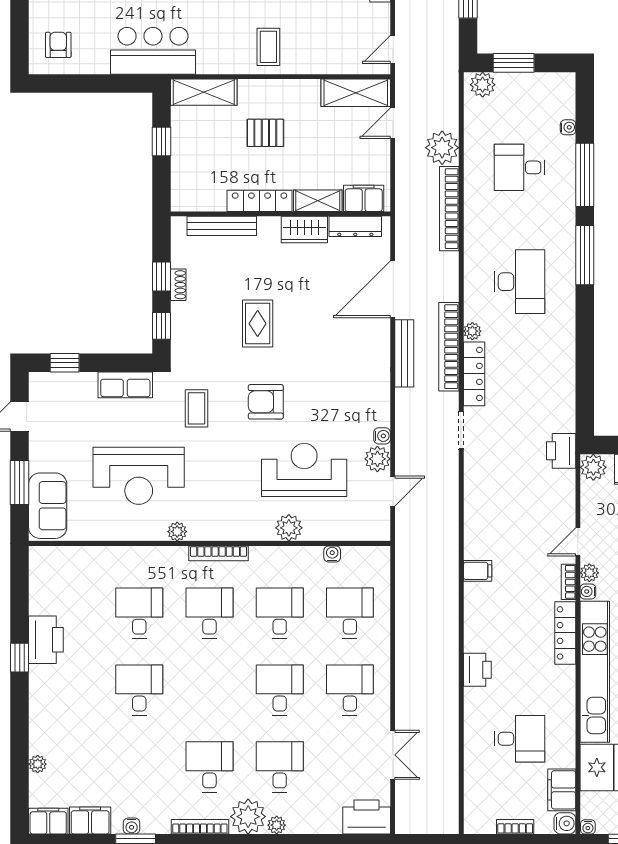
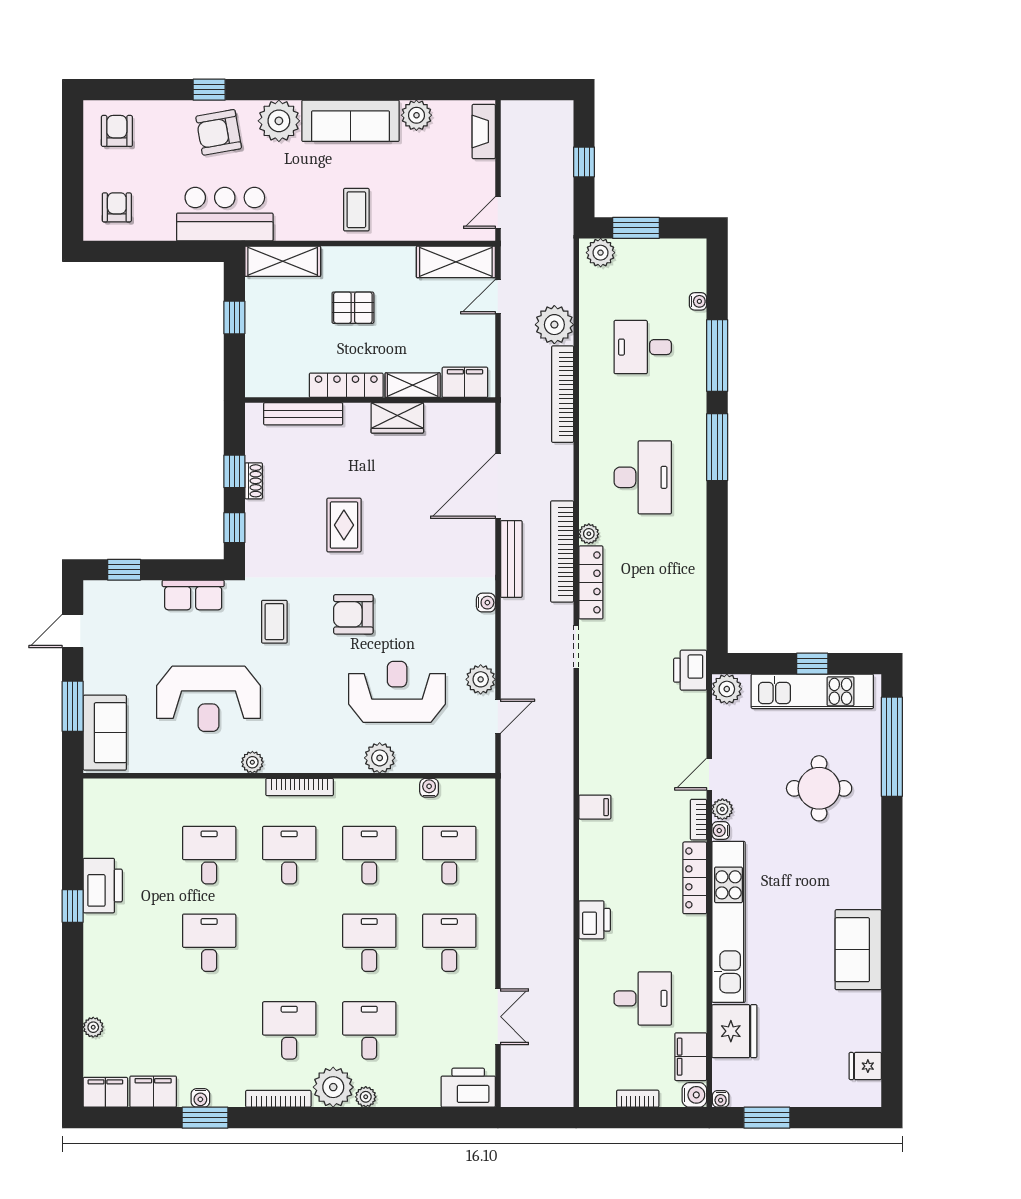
dresser: (355, 226) -> (455, 414), removed
water cooler: (382, 436) -> (486, 603), moved

